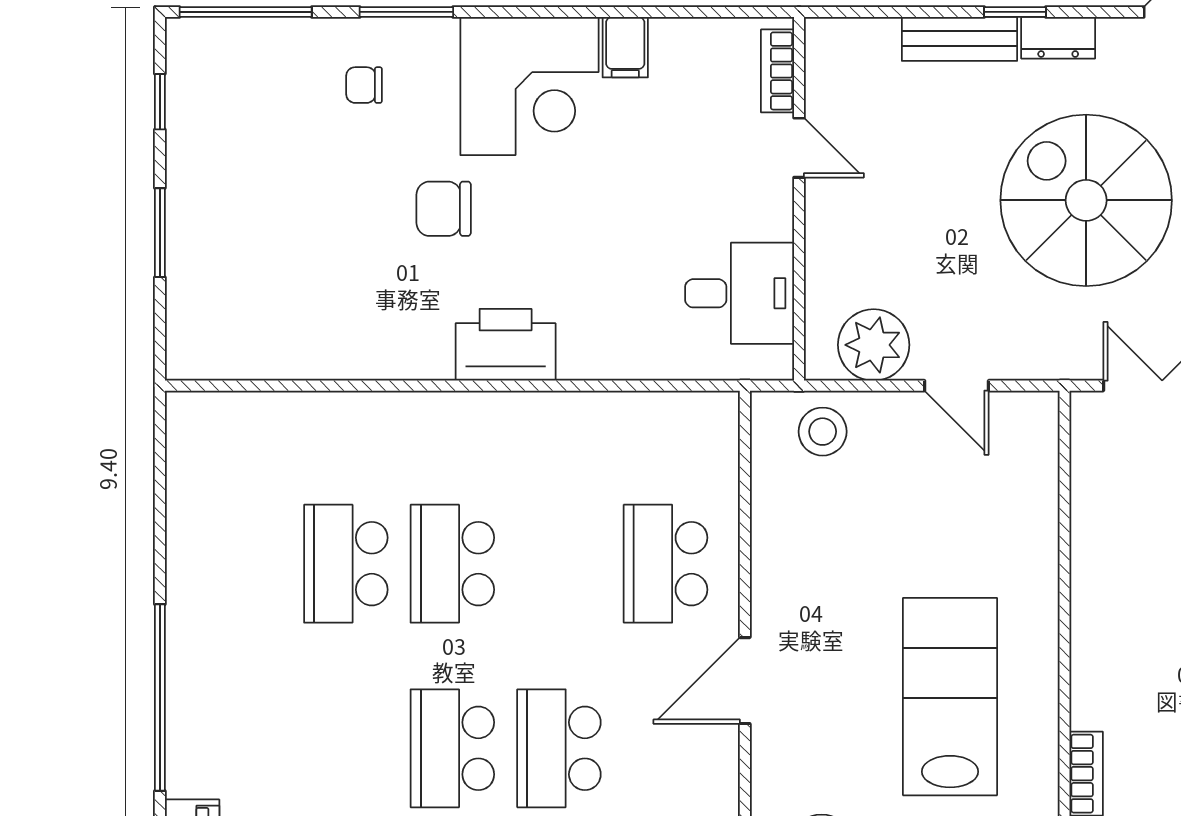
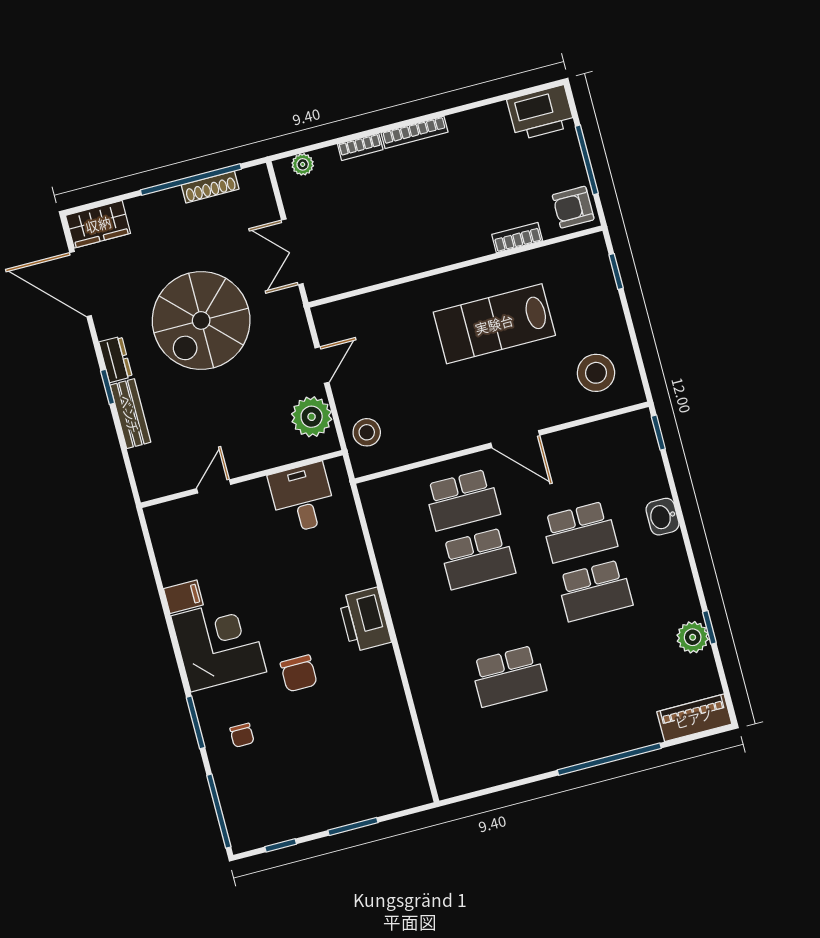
bookcase: (777, 71) -> (174, 509), removed
school desk: (452, 564) -> (478, 559), moved

